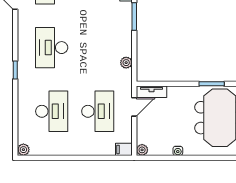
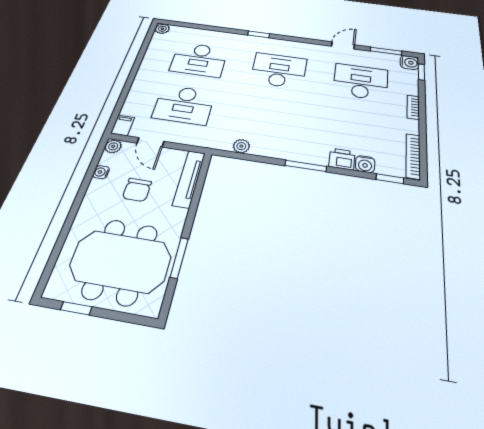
tv unit: (151, 92) -> (189, 179), width x1.41
door: (134, 107) -> (151, 142), moved
chair: (172, 123) -> (137, 190), added
water cooler: (178, 151) -> (101, 172), moved

